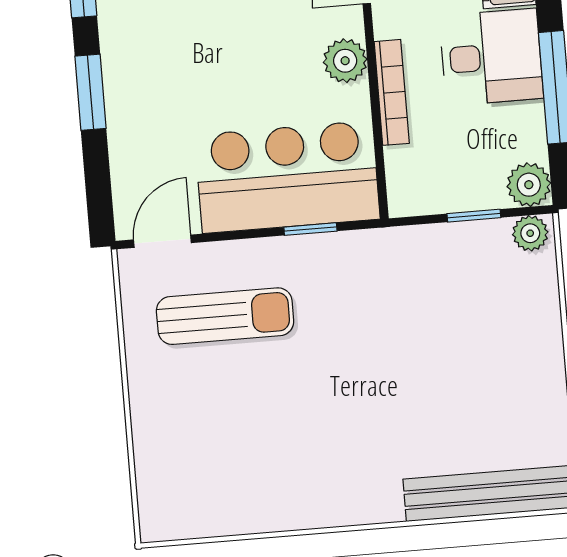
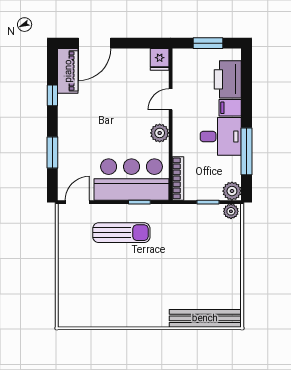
window: (91, 92) -> (52, 153), moved
bookcase: (392, 92) -> (178, 178), moved
sun lounger: (225, 316) -> (121, 233), moved

